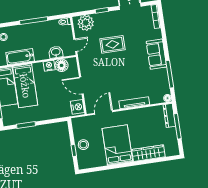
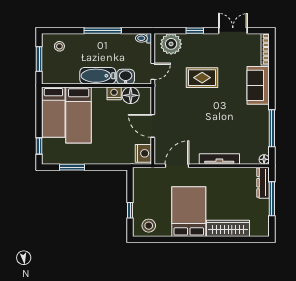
sofa: (156, 54) -> (258, 85), moved
bathtub: (20, 57) -> (98, 76), moved
stool: (83, 145) -> (149, 226), moved

